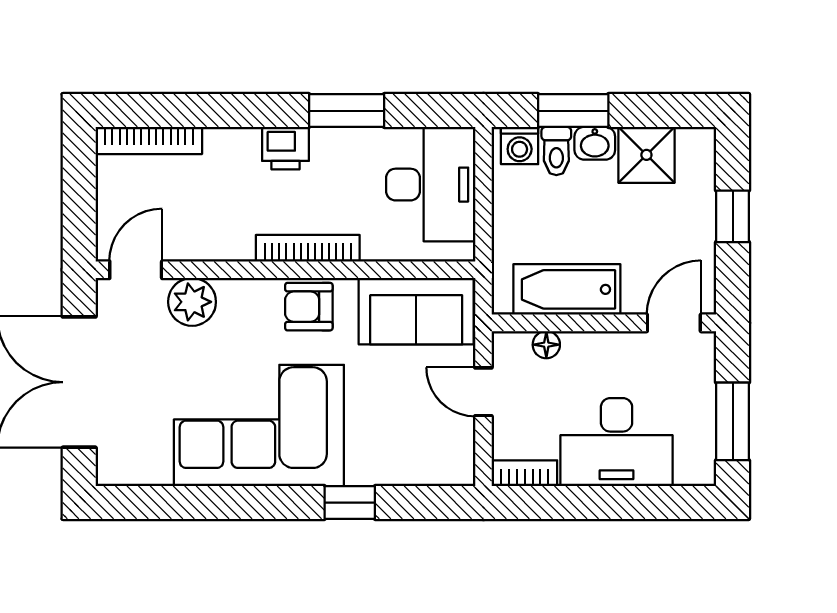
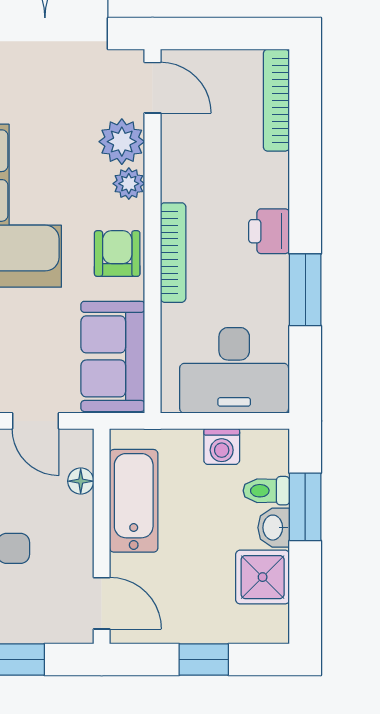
washing machine: (520, 146) -> (222, 447), moved, turned -90
plant: (236, 295) -> (129, 184), added
door: (483, 392) -> (35, 421), swing flipped

